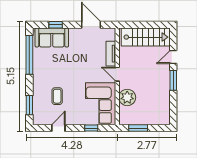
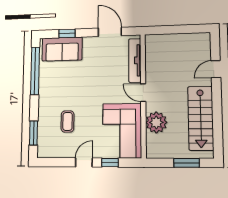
stairs: (146, 37) -> (201, 118), moved, turned 90
tv unit: (111, 54) -> (135, 60), width x1.41
window: (173, 80) -> (217, 99), removed
door: (58, 128) -> (84, 162), moved
window: (138, 128) -> (187, 163), moved

